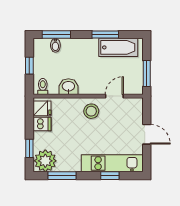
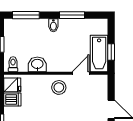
bidet: (55, 45) -> (53, 25), moved
bathtub: (118, 47) -> (99, 54), moved, turned 90
window: (147, 74) -> (111, 52), width x0.67

